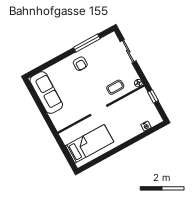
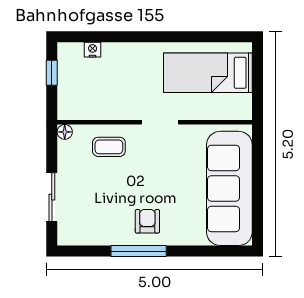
window: (87, 43) -> (139, 251), moved
sofa: (46, 93) -> (229, 188), width x1.36, depth x1.27
window: (153, 96) -> (52, 73), moved

